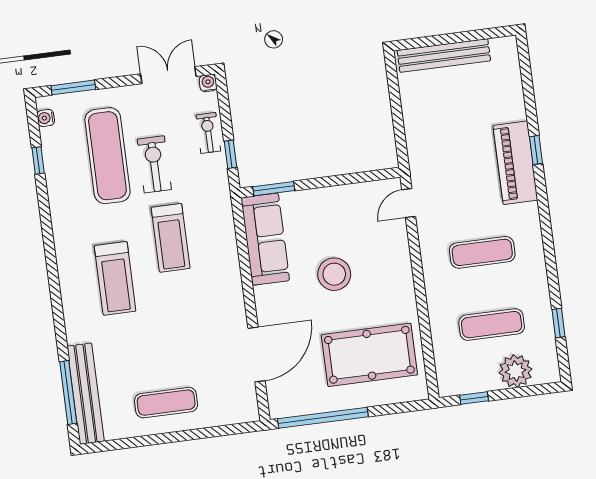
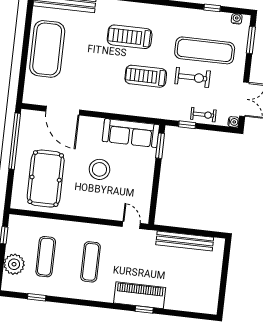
bench: (444, 55) -> (185, 241), moved, turned 90
exercise mat: (166, 403) -> (47, 49), width x2.00, depth x1.45

